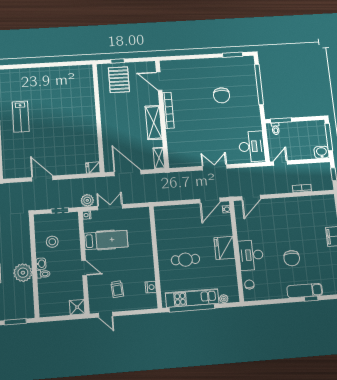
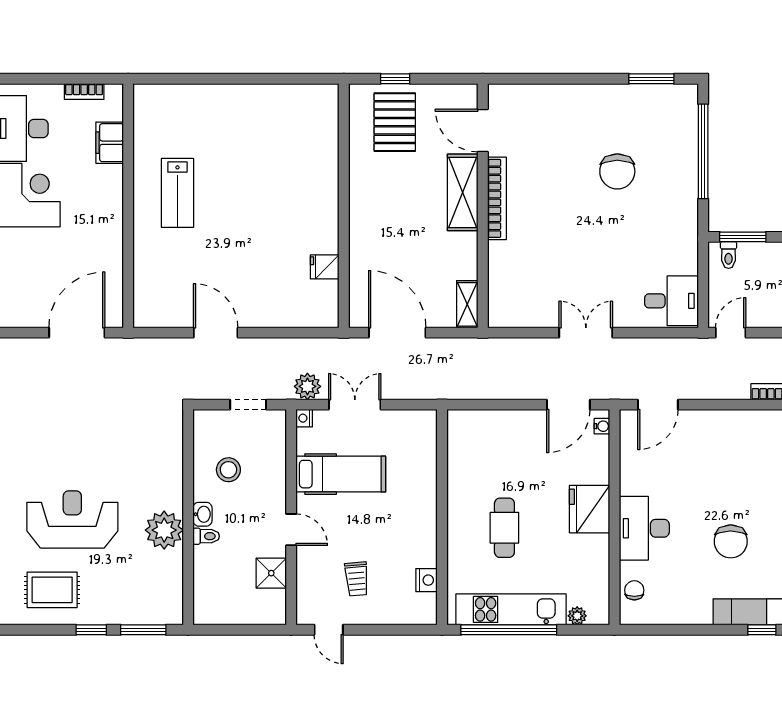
shelving: (154, 123) -> (463, 192), moved
desk: (252, 146) -> (671, 301), width x0.73
fridge: (93, 168) -> (325, 267), moved
cafe table: (185, 260) -> (504, 528), turned 90
shower: (77, 307) -> (271, 573), moved

